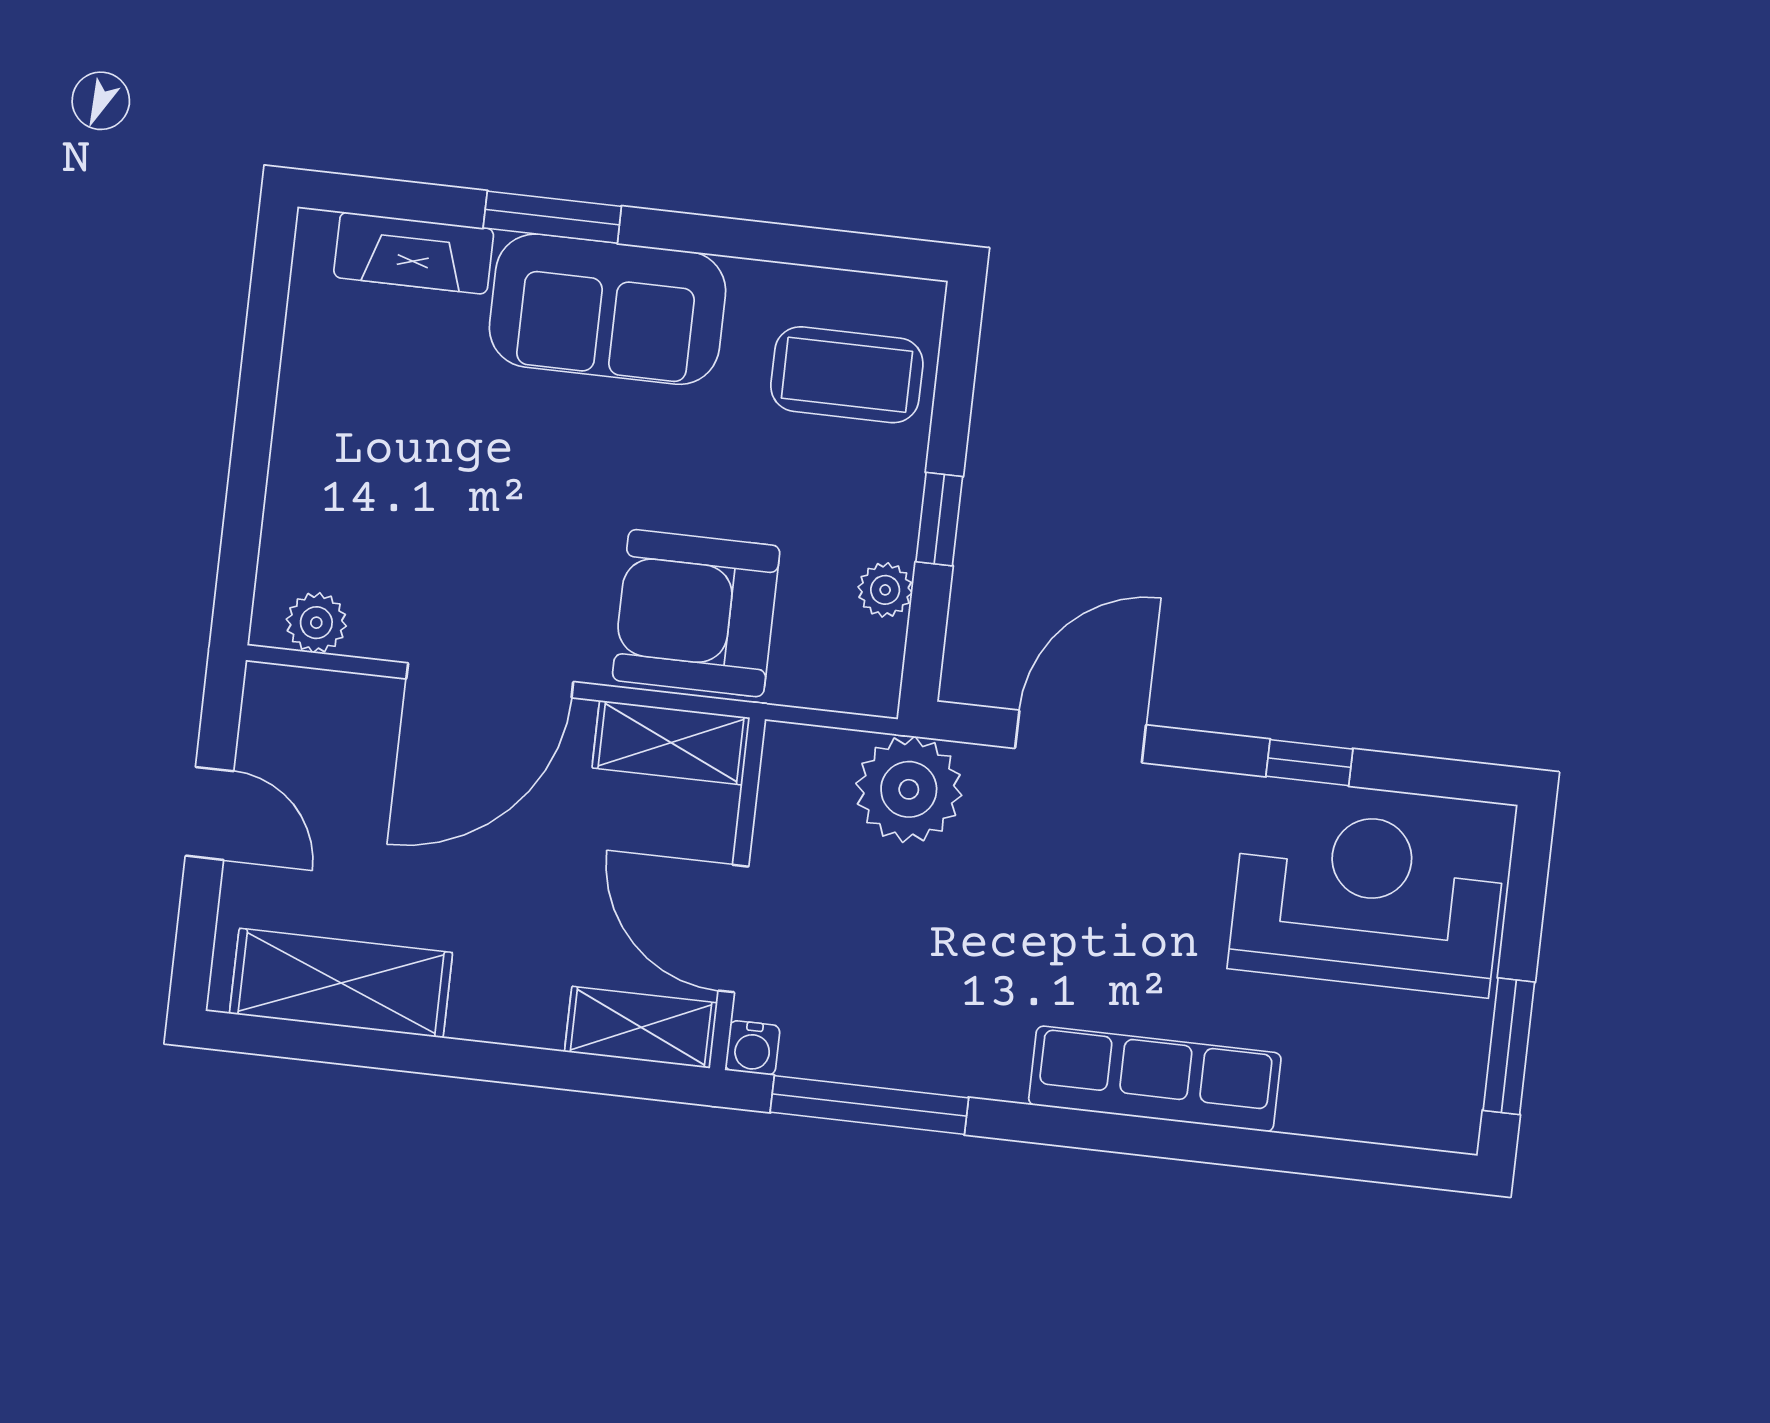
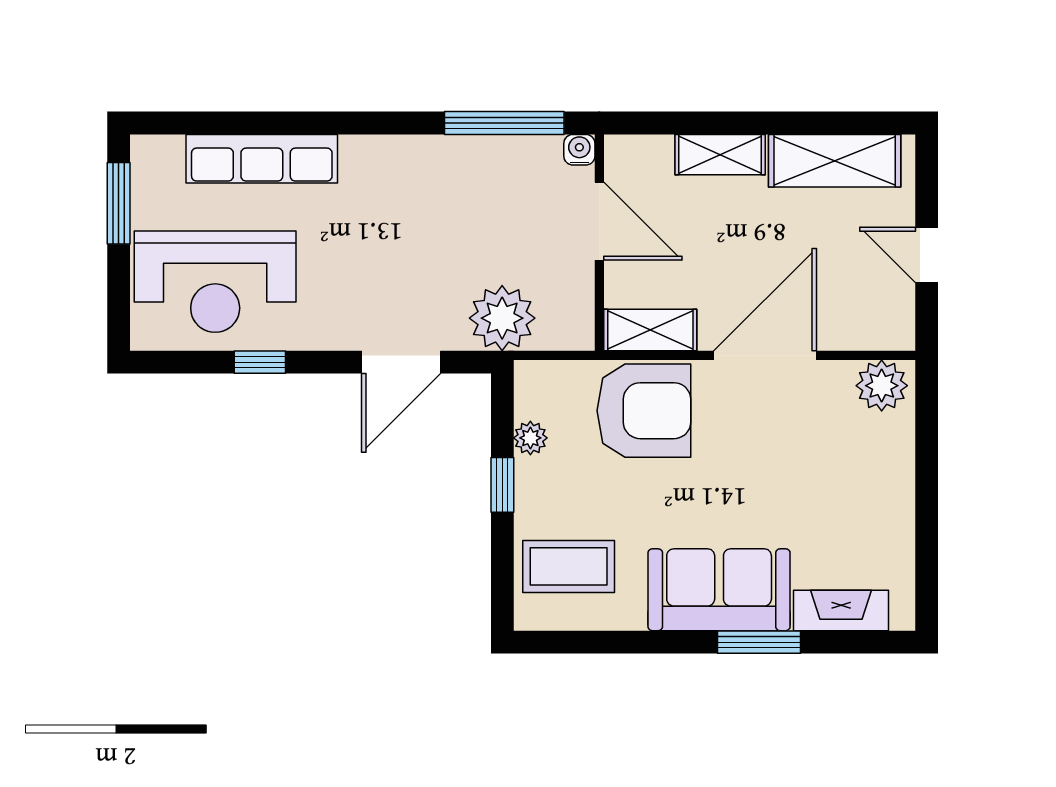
plant: (316, 623) -> (882, 386), width x1.38, depth x1.38
shelving: (641, 1027) -> (720, 155), moved
row of seats: (1155, 1079) -> (262, 159), moved

